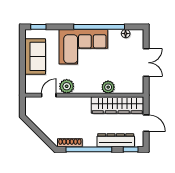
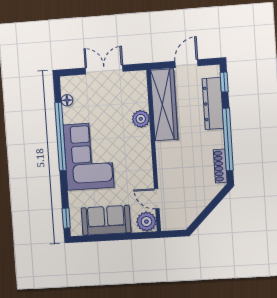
plant: (67, 86) -> (146, 222), moved

